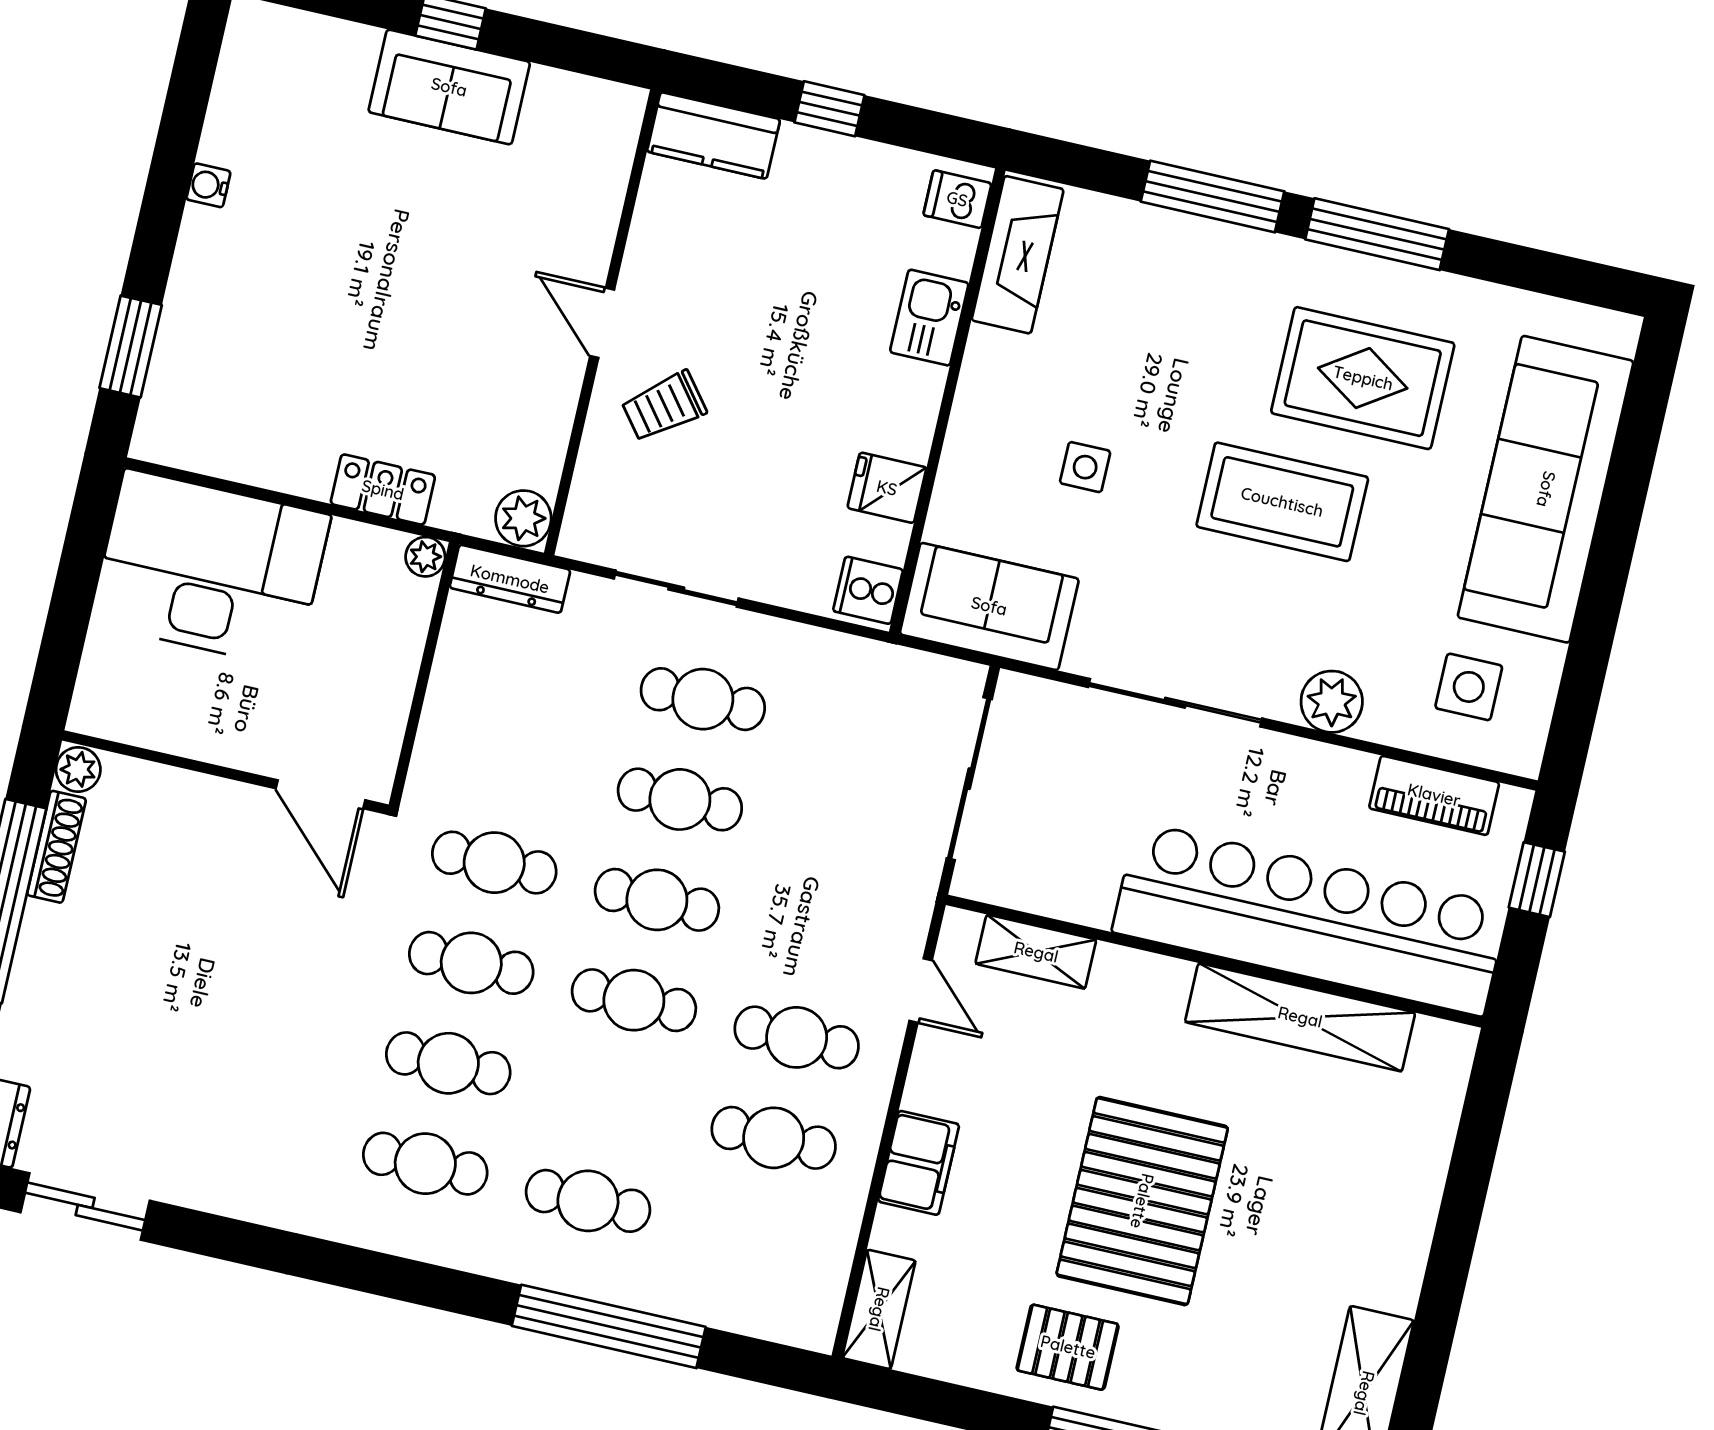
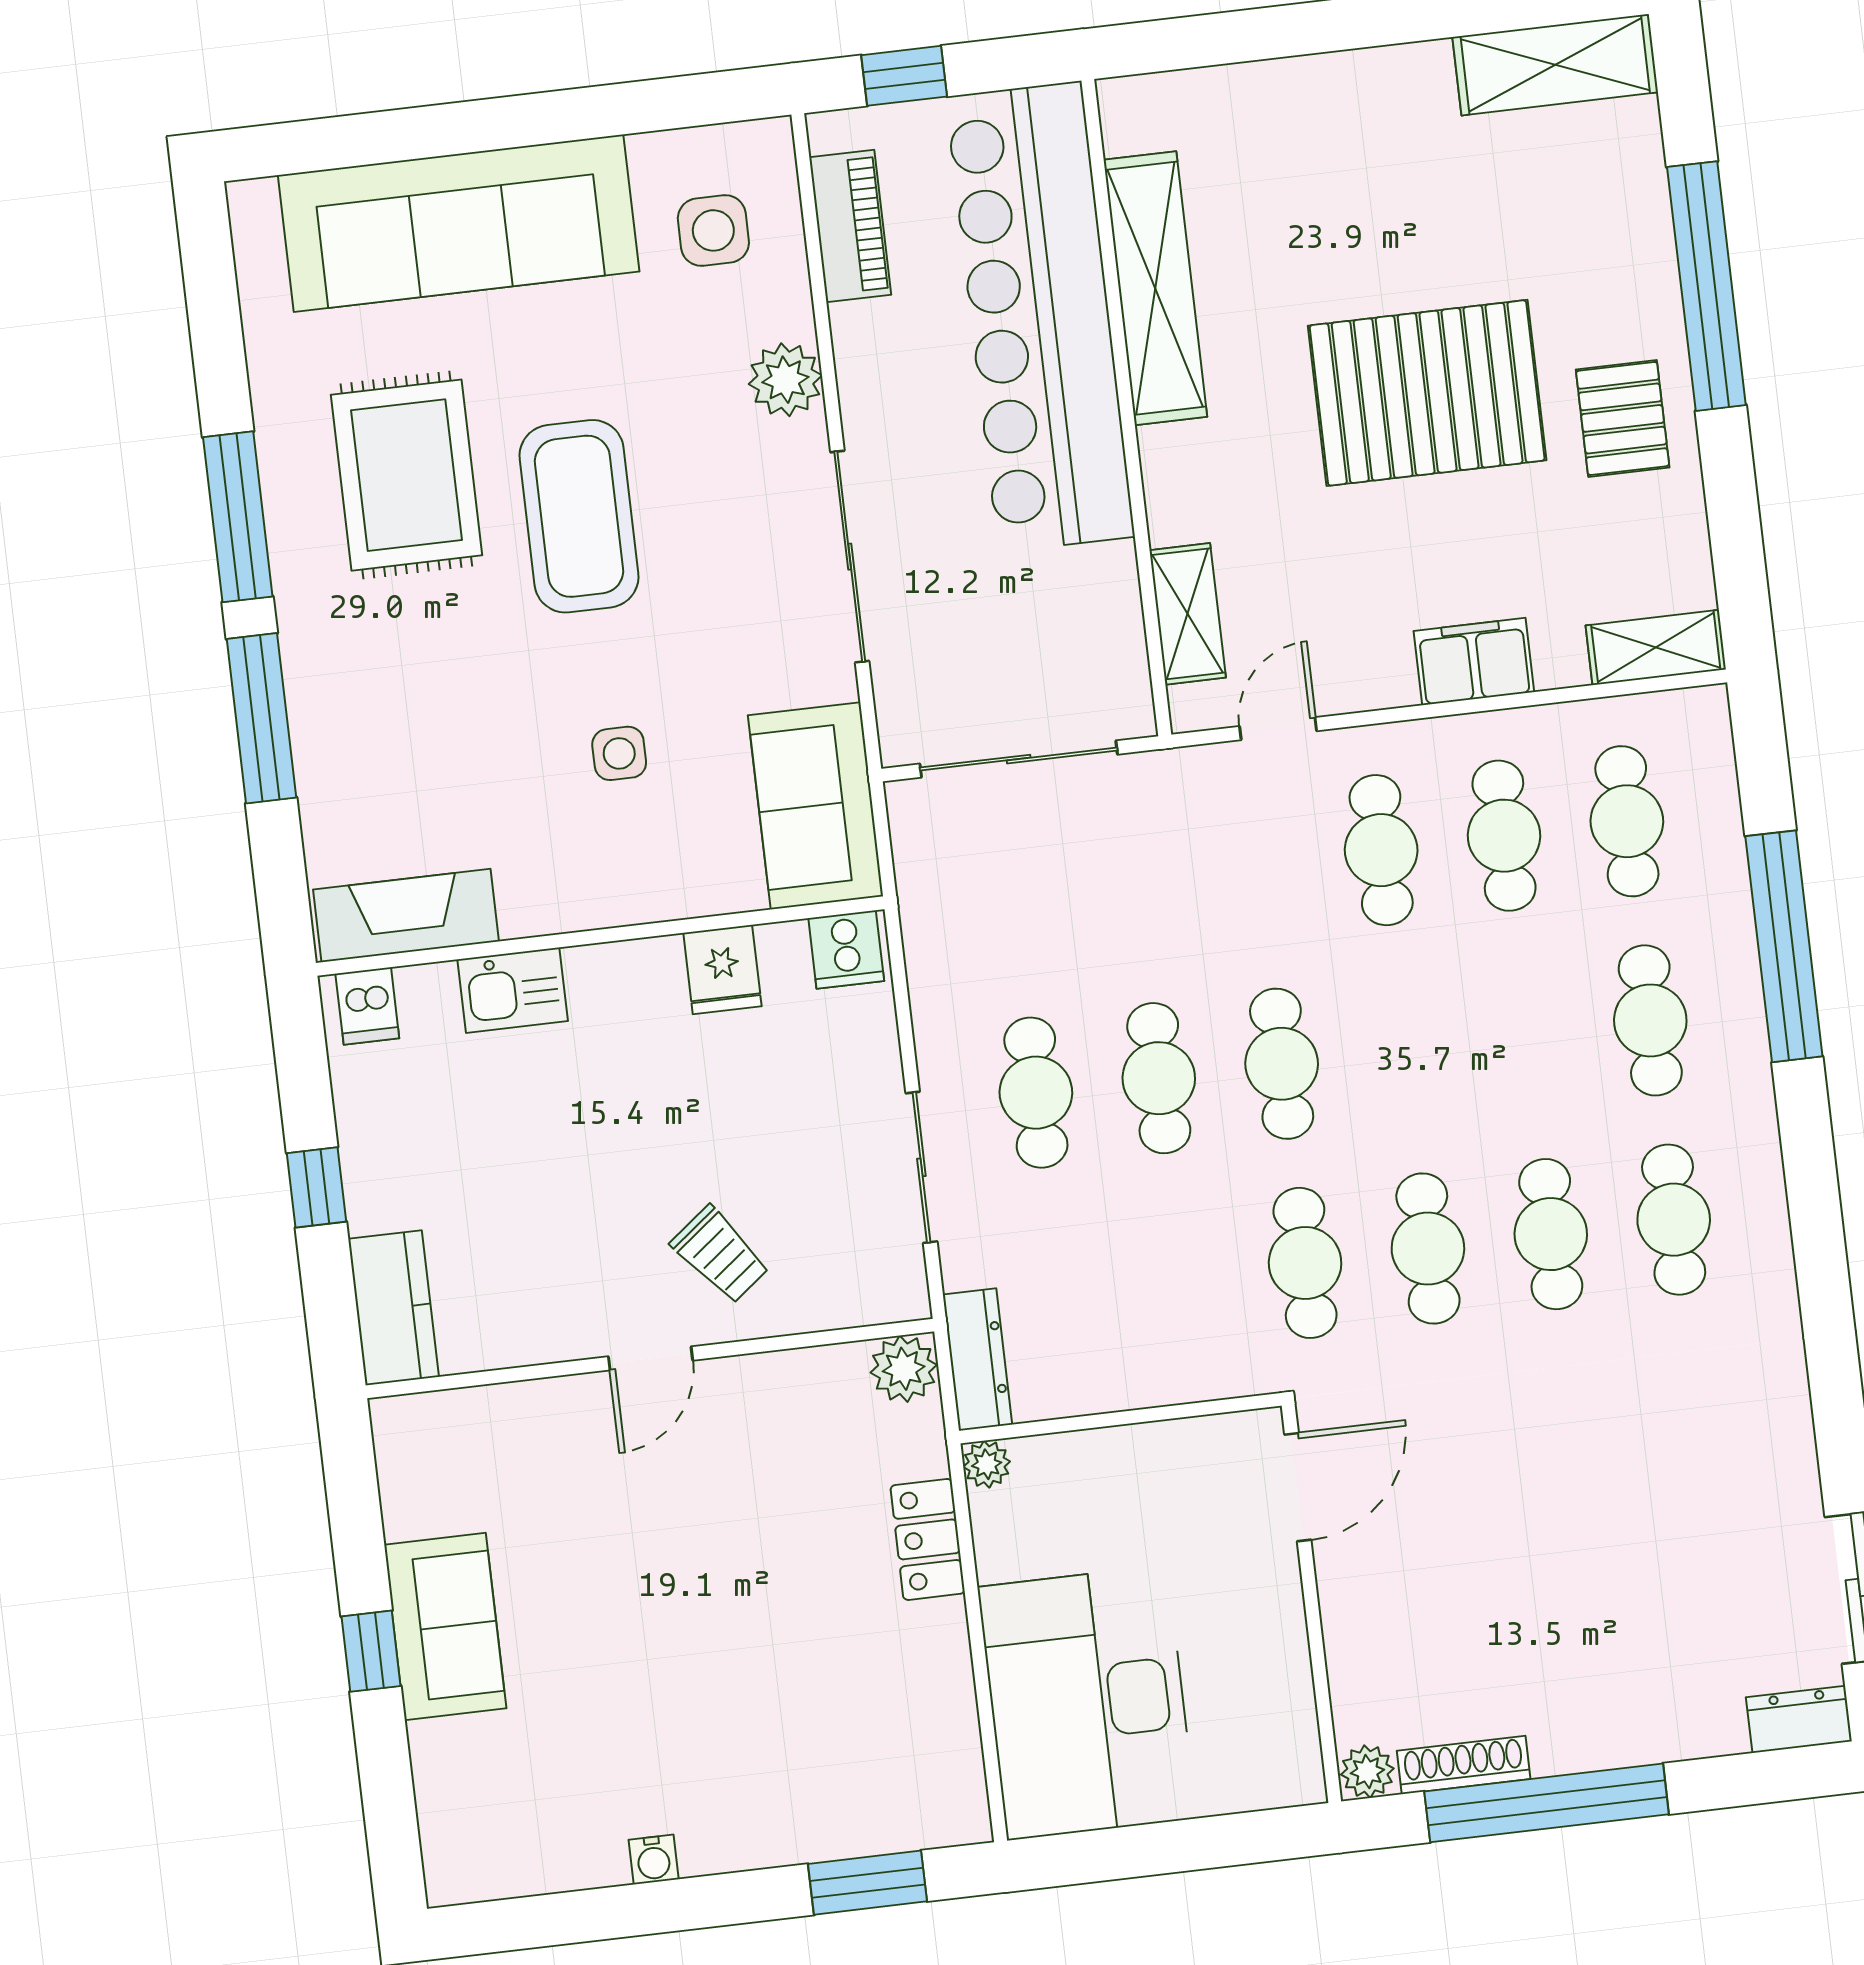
cafe table: (634, 1000) -> (1627, 821), moved

